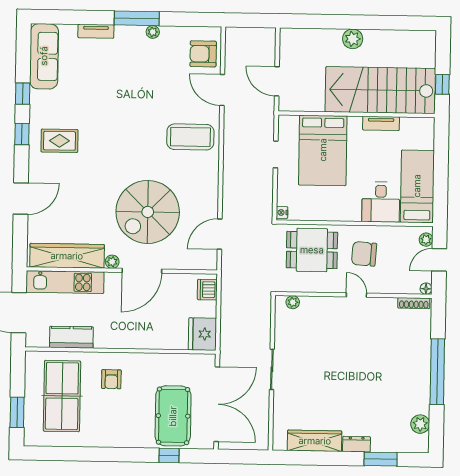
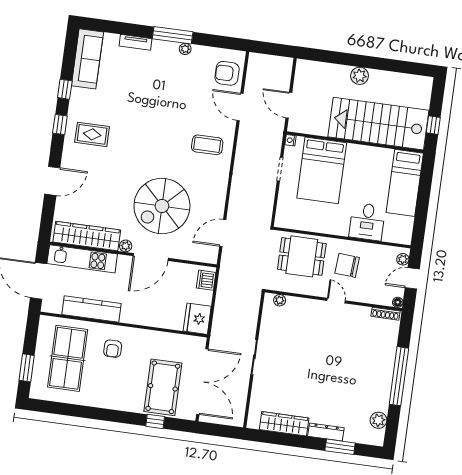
tv unit: (381, 123) -> (376, 153), removed
coffee table: (190, 137) -> (207, 145), width x0.73, depth x0.76
bed: (417, 186) -> (405, 183), moved, turned 180
nightstand: (282, 212) -> (291, 140), moved
kitchen counter: (71, 337) -> (92, 309), width x1.50
dresser: (357, 444) -> (326, 432), width x1.44

